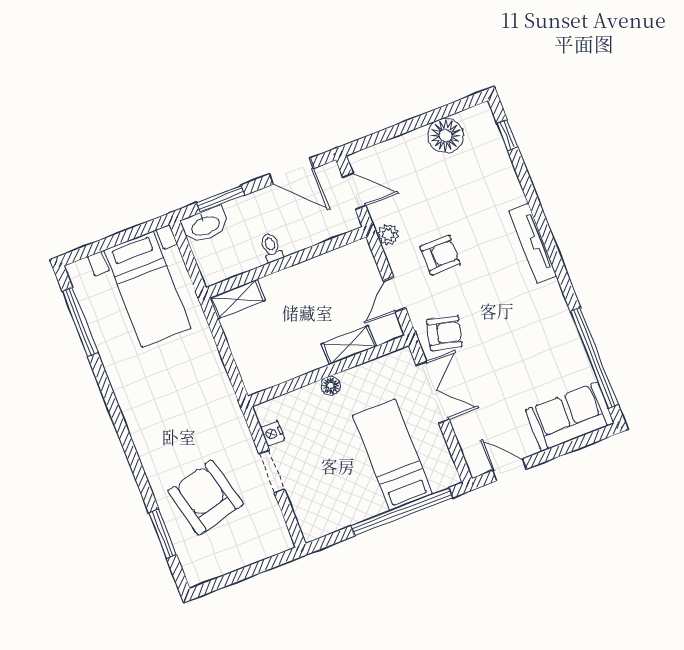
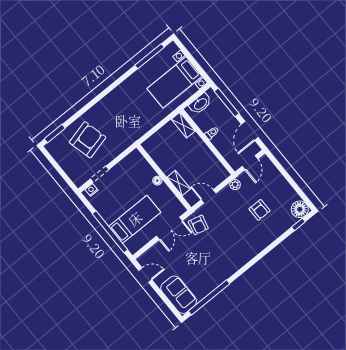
floor lamp: (446, 136) -> (300, 209), moved
window: (220, 199) -> (227, 102), width x1.44
washbasin: (205, 225) -> (200, 104), moved, turned -90
tv unit: (533, 243) -> (252, 252), removed
armchair: (440, 255) -> (260, 210), moved
nightstand: (273, 433) -> (91, 190), moved
door: (510, 470) -> (145, 275), hinge flipped
doorway: (272, 471) -> (100, 174), moved
window: (163, 534) -> (55, 134), moved

